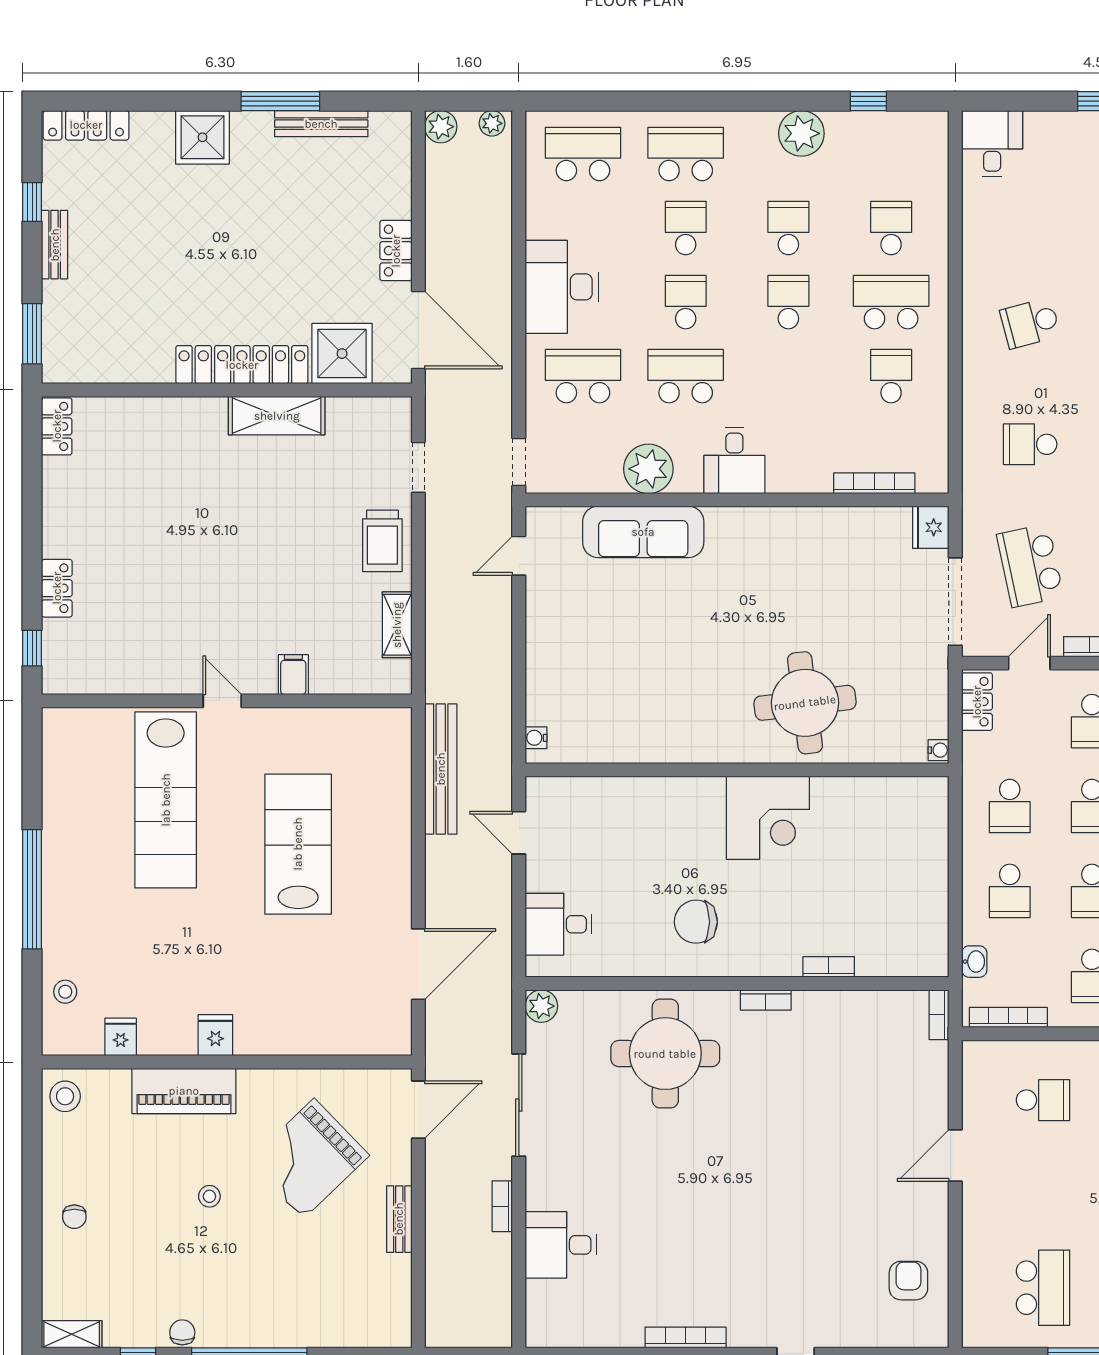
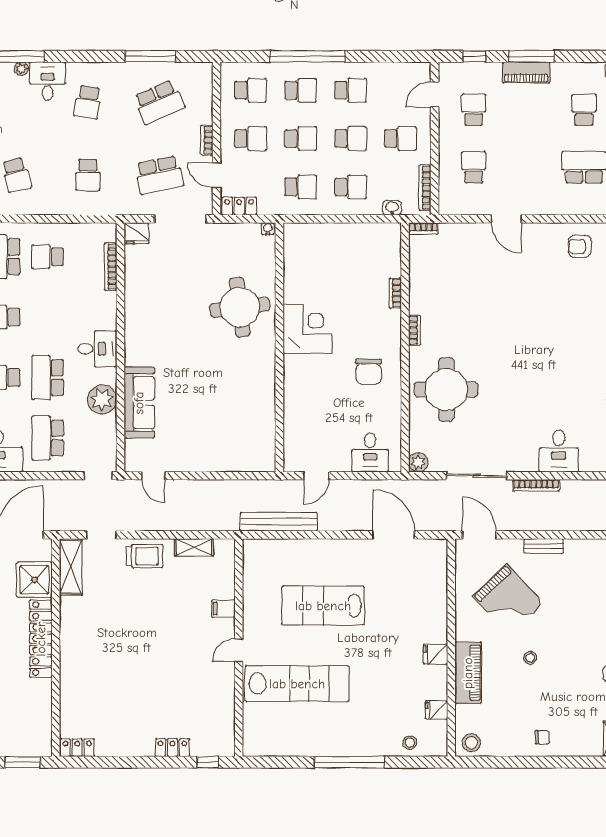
shelving: (277, 416) -> (71, 567), moved
water cooler: (536, 738) -> (260, 466), removed
bookcase: (502, 1206) -> (536, 485), width x1.56

